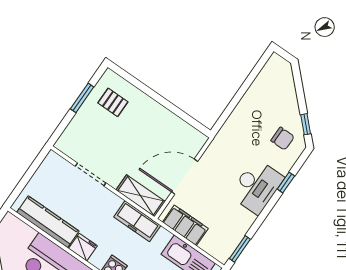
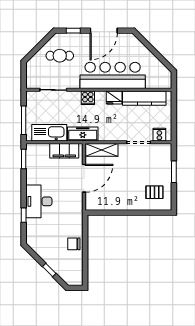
window: (82, 98) -> (174, 172), moved
window: (306, 124) -> (49, 270), moved
chair: (283, 139) -> (74, 244), moved
cooker: (60, 166) -> (159, 135), added
freezer: (137, 221) -> (83, 134), moved

